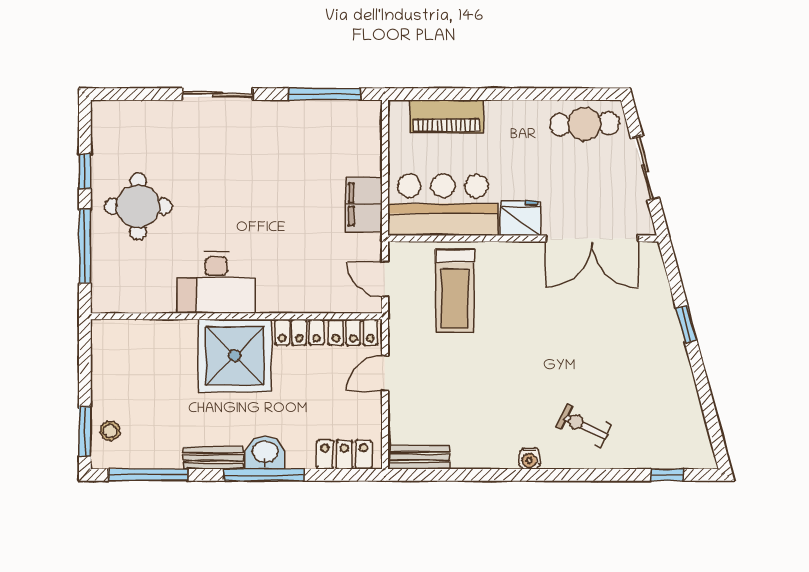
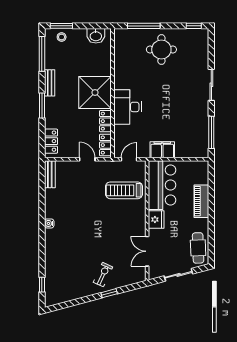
piano: (447, 116) -> (201, 201), moved
window: (85, 171) -> (194, 26), moved
double door: (592, 238) -> (147, 251), width x0.73
desk: (216, 283) -> (127, 107), moved
exercise bike: (584, 426) -> (103, 275), moved
washbasin: (265, 453) -> (96, 36), moved, turned 90
window: (264, 475) -> (42, 105), width x0.69

